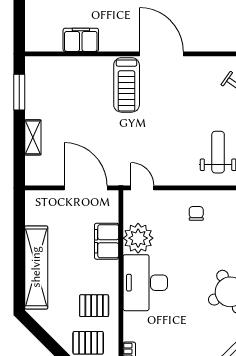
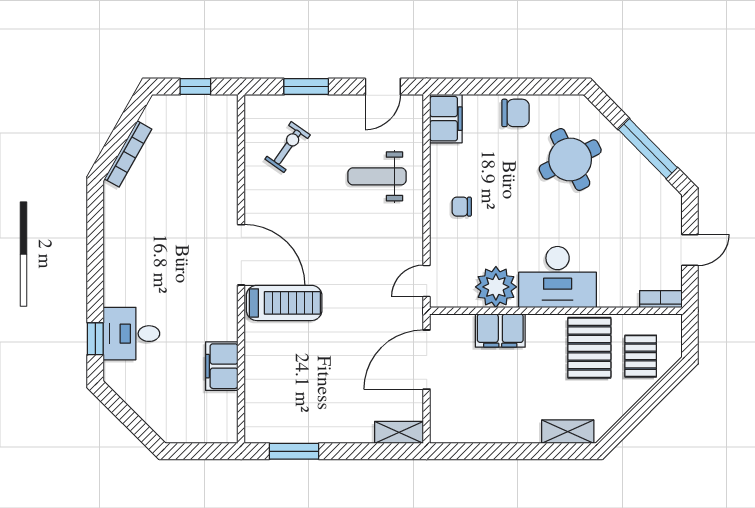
door: (161, 54) -> (241, 255), swing flipped
shelving: (33, 137) -> (399, 432), moved
shelving: (36, 267) -> (568, 432), width x0.45, depth x0.75
pallet: (94, 306) -> (589, 348), width x1.50, depth x1.42

